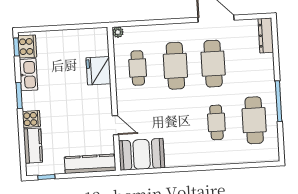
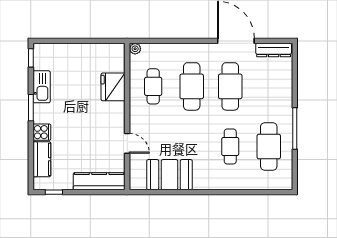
dresser: (266, 35) -> (274, 50), moved, turned -90
cooker: (27, 46) -> (42, 58), removed
booth: (142, 154) -> (169, 175), moved

